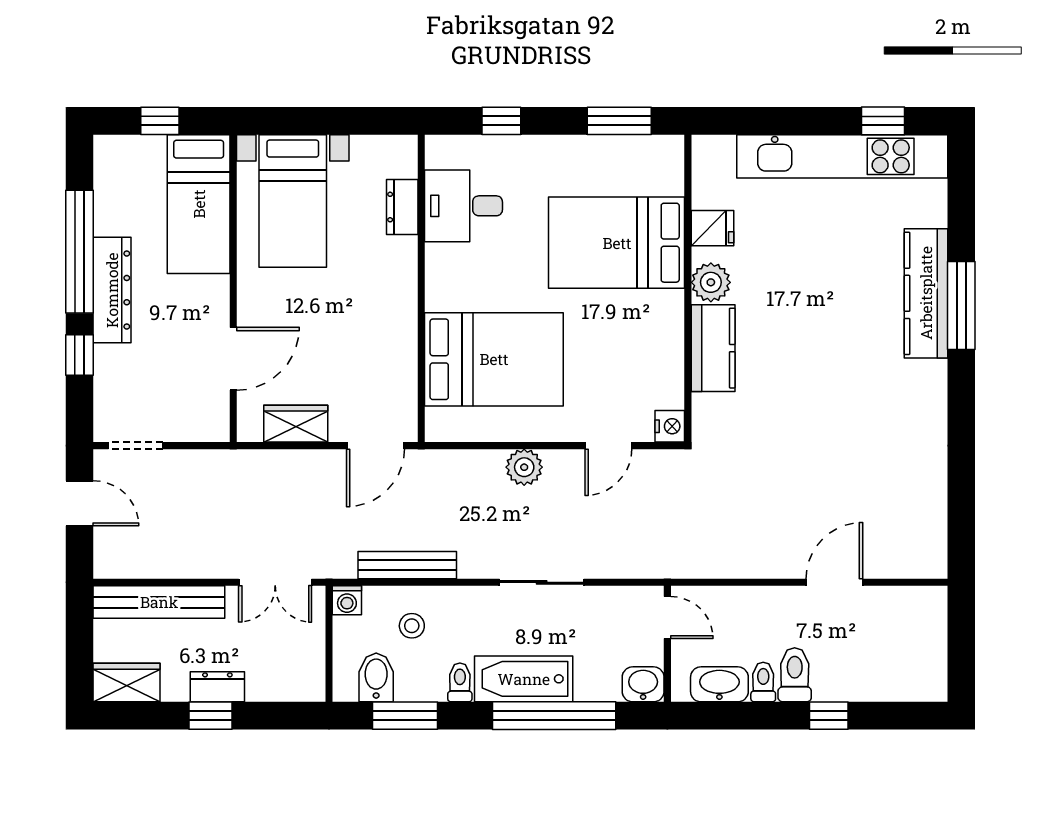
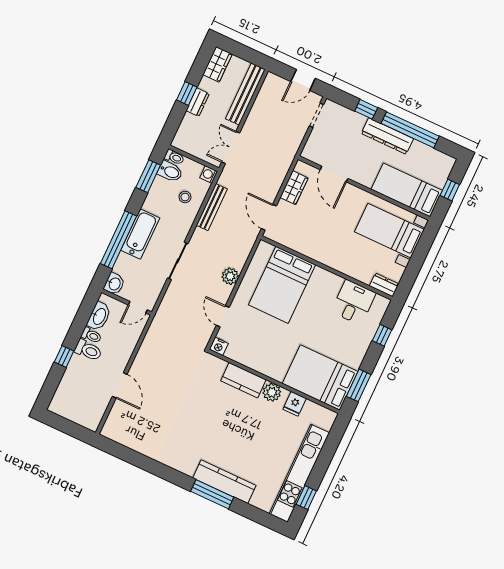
dresser: (402, 207) -> (384, 285), moved
bed: (617, 243) -> (320, 377), moved, turned -90
toilet: (460, 682) -> (174, 157), moved

